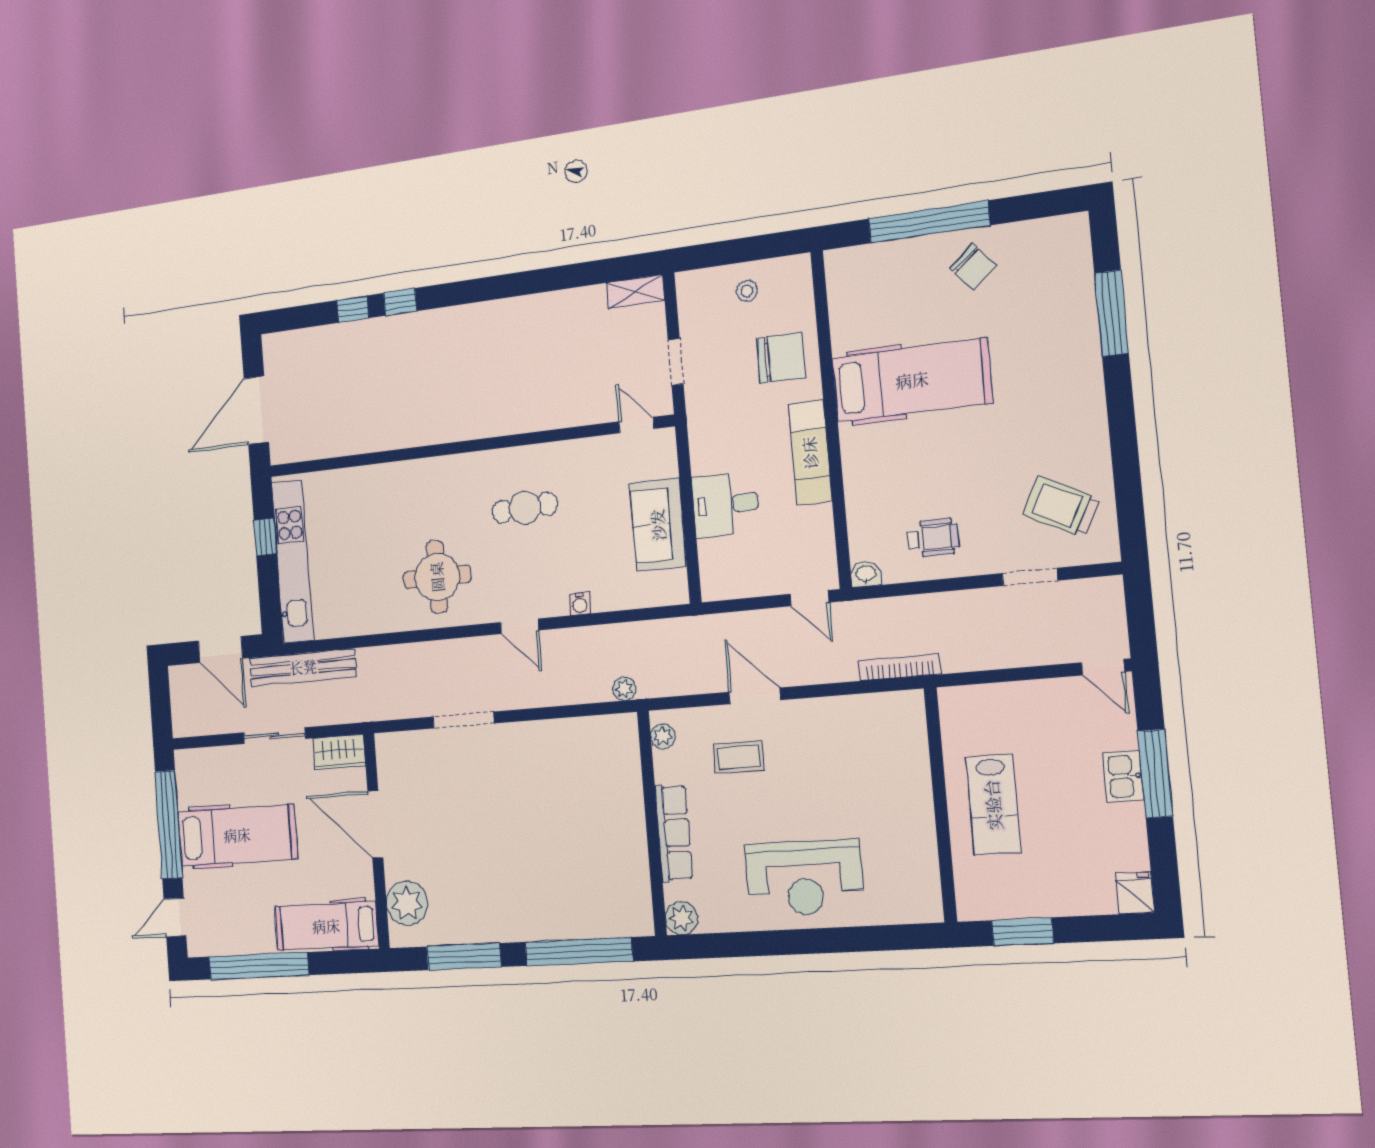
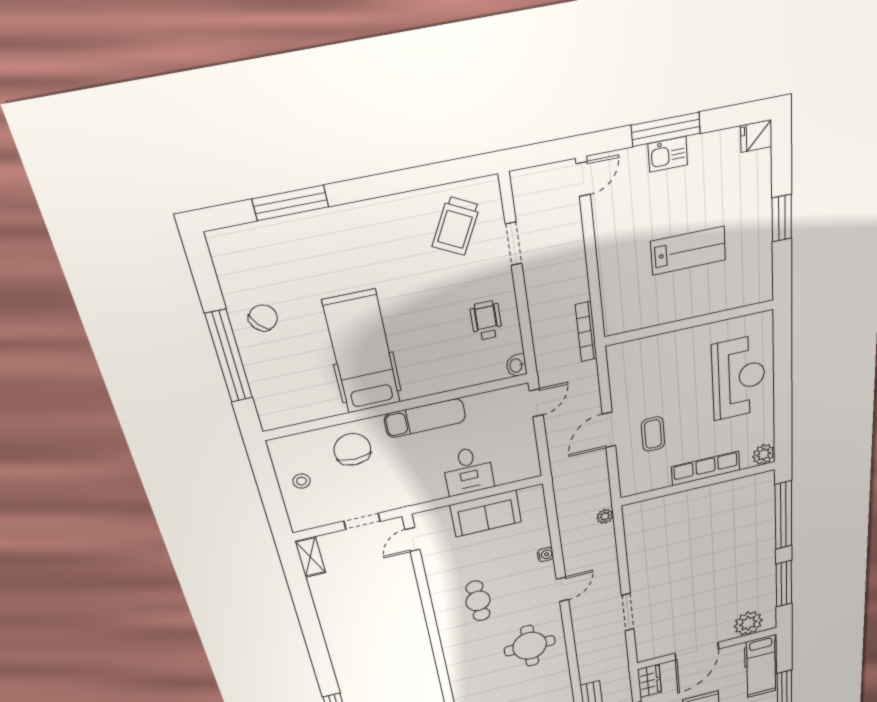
plant: (663, 736) -> (638, 486), removed
wall: (940, 805) -> (690, 323), moved

